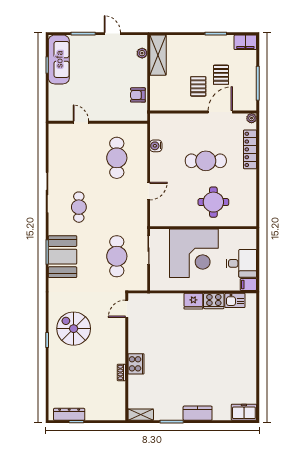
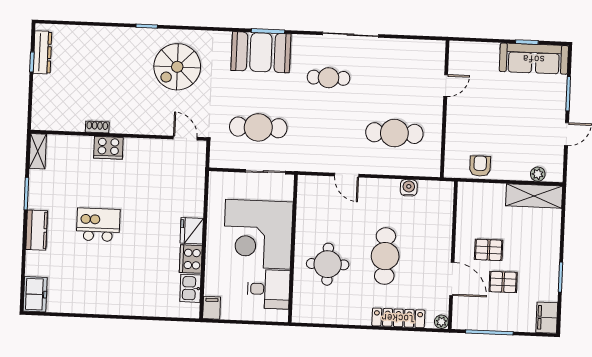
desk: (241, 263) -> (268, 289), moved, turned -90
spiral stairs: (74, 329) -> (177, 67), moved, turned 180
kitchen island: (192, 369) -> (98, 225), added

